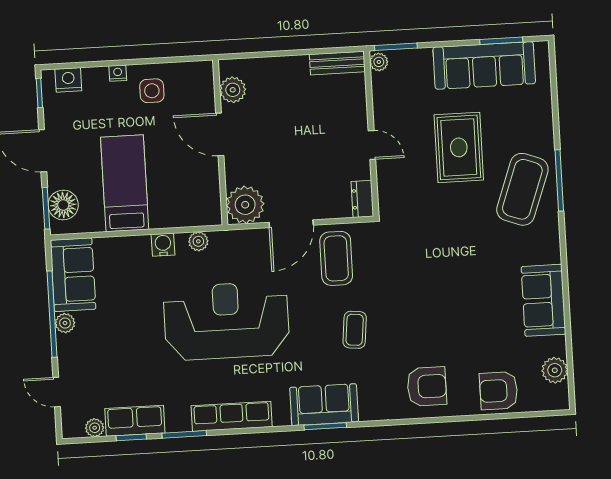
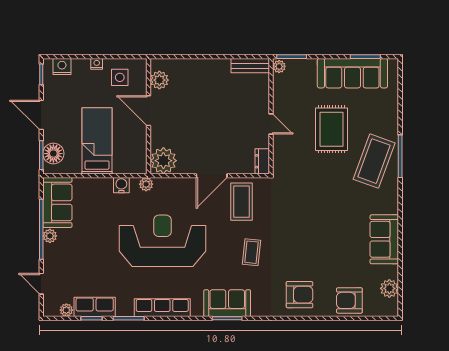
plant: (233, 90) -> (159, 80), moved
door: (220, 134) -> (149, 111), moved
wall: (220, 142) -> (149, 116), moved
plant: (245, 205) -> (163, 161), moved

